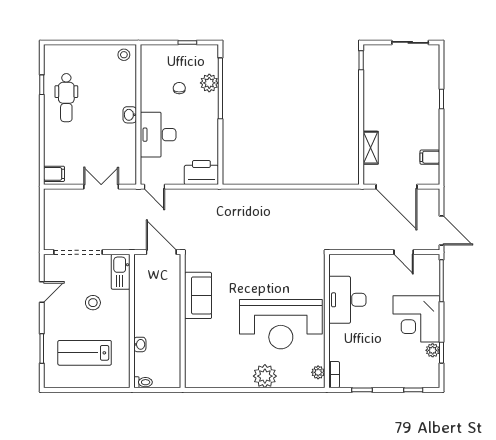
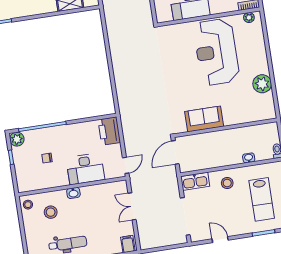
stool: (110, 82) -> (51, 212), added
plant: (209, 83) -> (17, 139), moved
stool: (93, 303) -> (227, 183), moved
reception desk: (281, 324) -> (216, 52), turned 180
plant: (265, 376) -> (262, 84), moved

